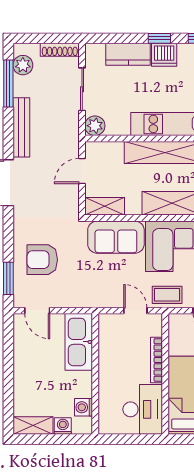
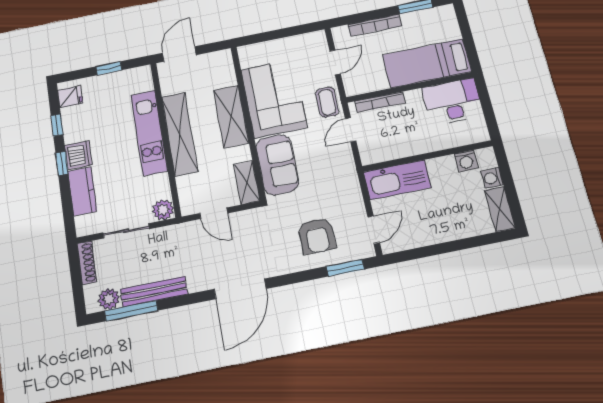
bench: (21, 127) -> (154, 292), moved
bookcase: (157, 360) -> (380, 102), moved

